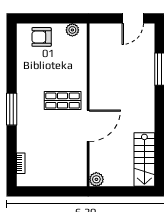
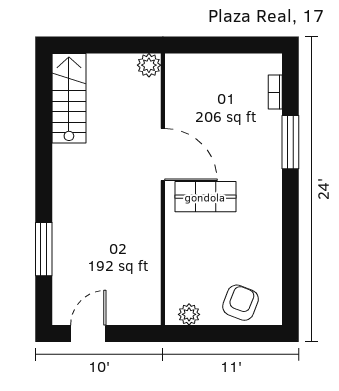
armchair: (42, 37) -> (241, 303), turned -69
window: (12, 109) -> (290, 142), moved
door: (88, 126) -> (163, 155), swing flipped

